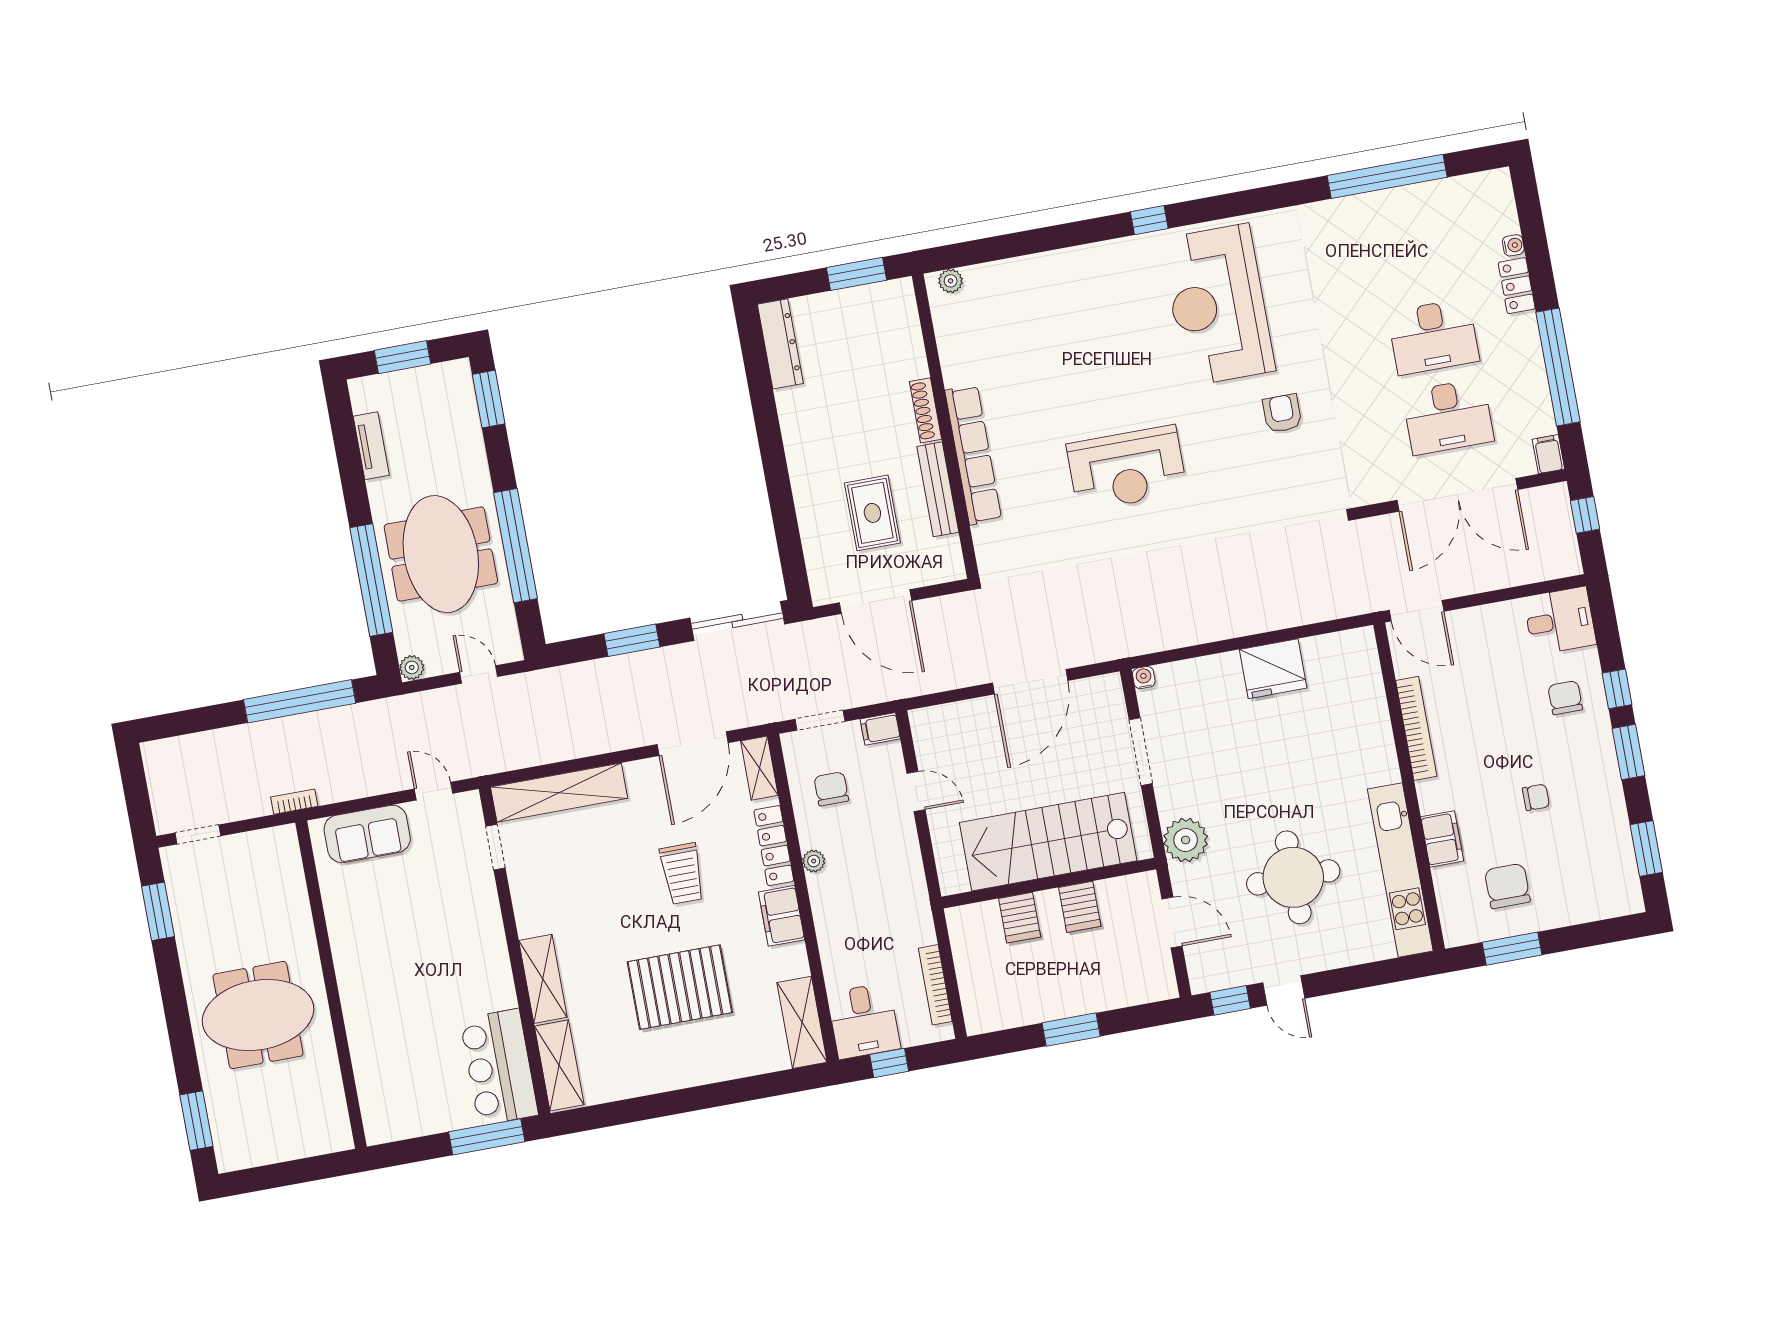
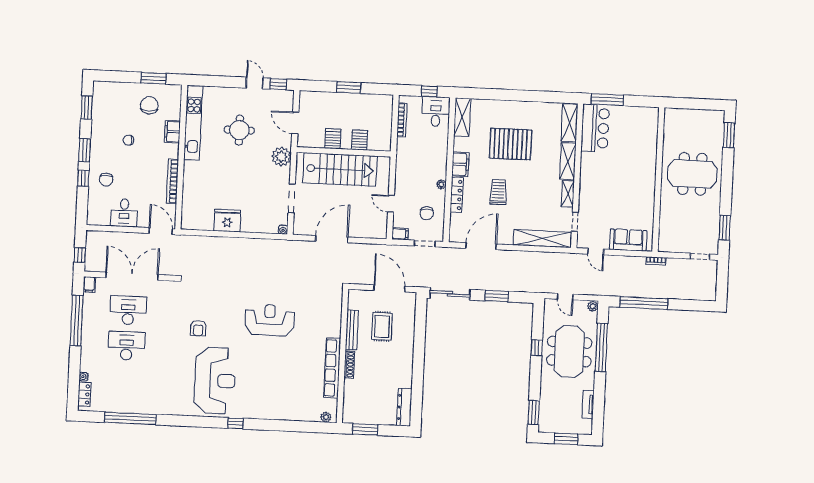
locker: (1517, 286) -> (84, 394), moved
row of seats: (973, 455) -> (332, 368), moved
window: (516, 546) -> (537, 348), width x0.32
desk: (1560, 621) -> (124, 213), moved, turned -90
shelving: (759, 768) -> (568, 194), moved
round table: (1293, 877) -> (239, 130), width x0.73, depth x0.73
chair: (1507, 886) -> (149, 105), turned 180

